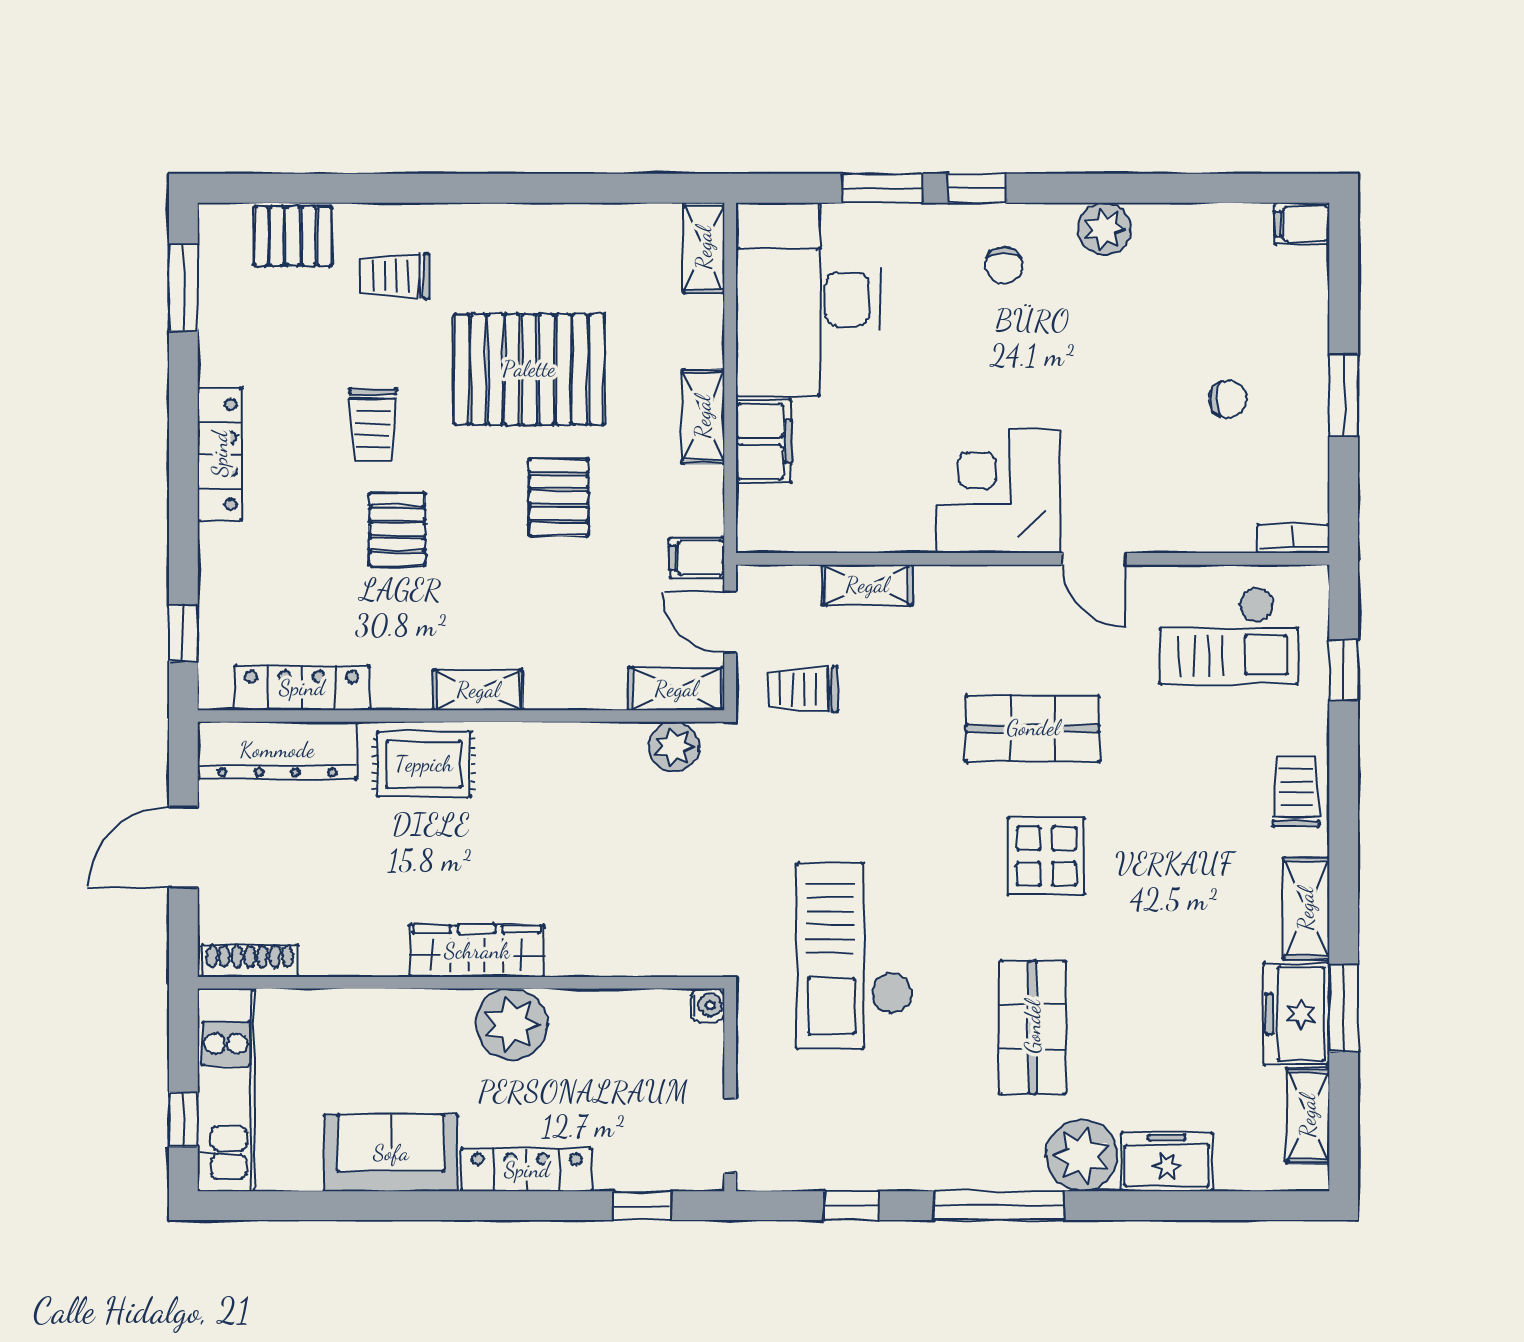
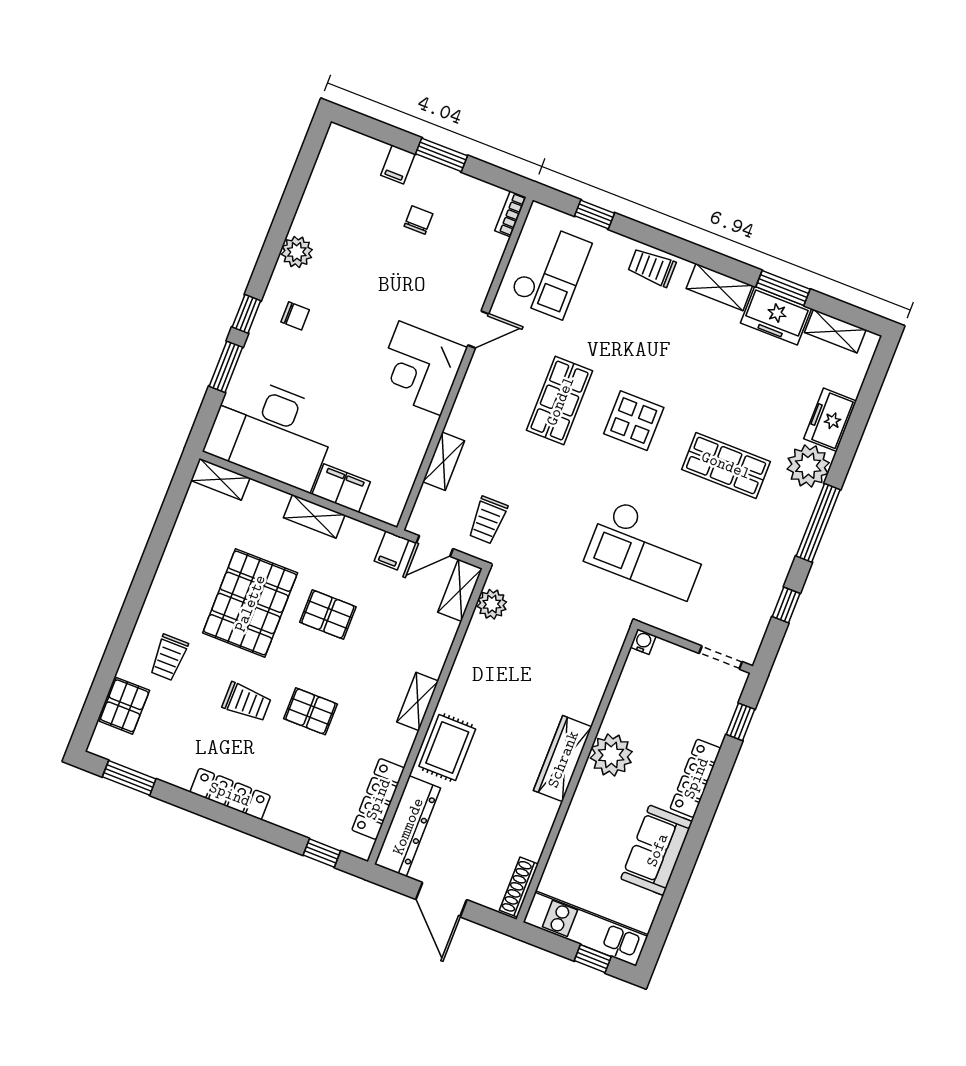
filing cabinet: (1302, 224) -> (398, 165), moved

